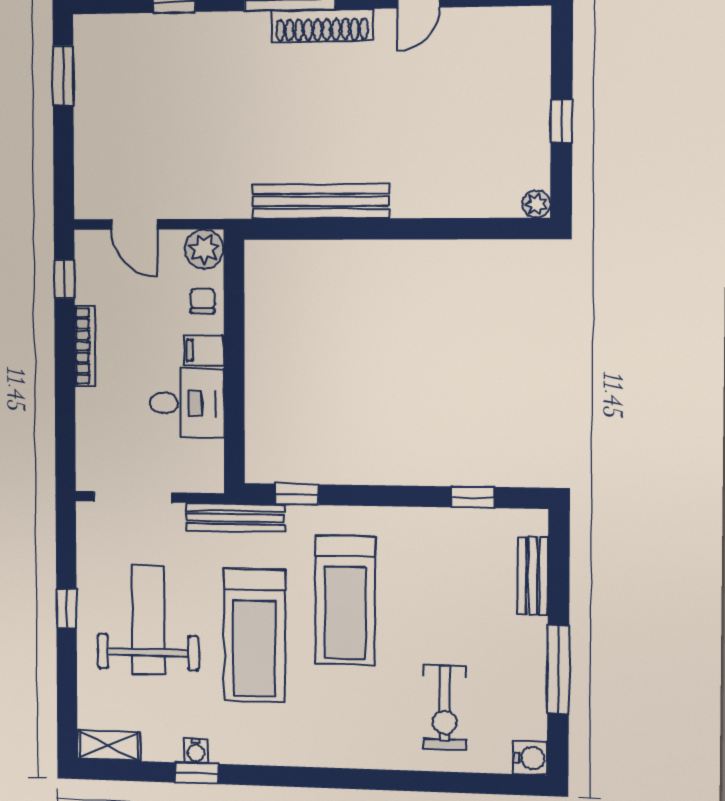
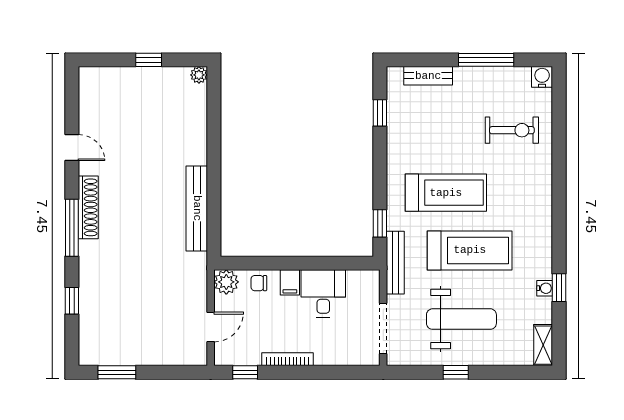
weight bench: (148, 620) -> (461, 319), turned 180

